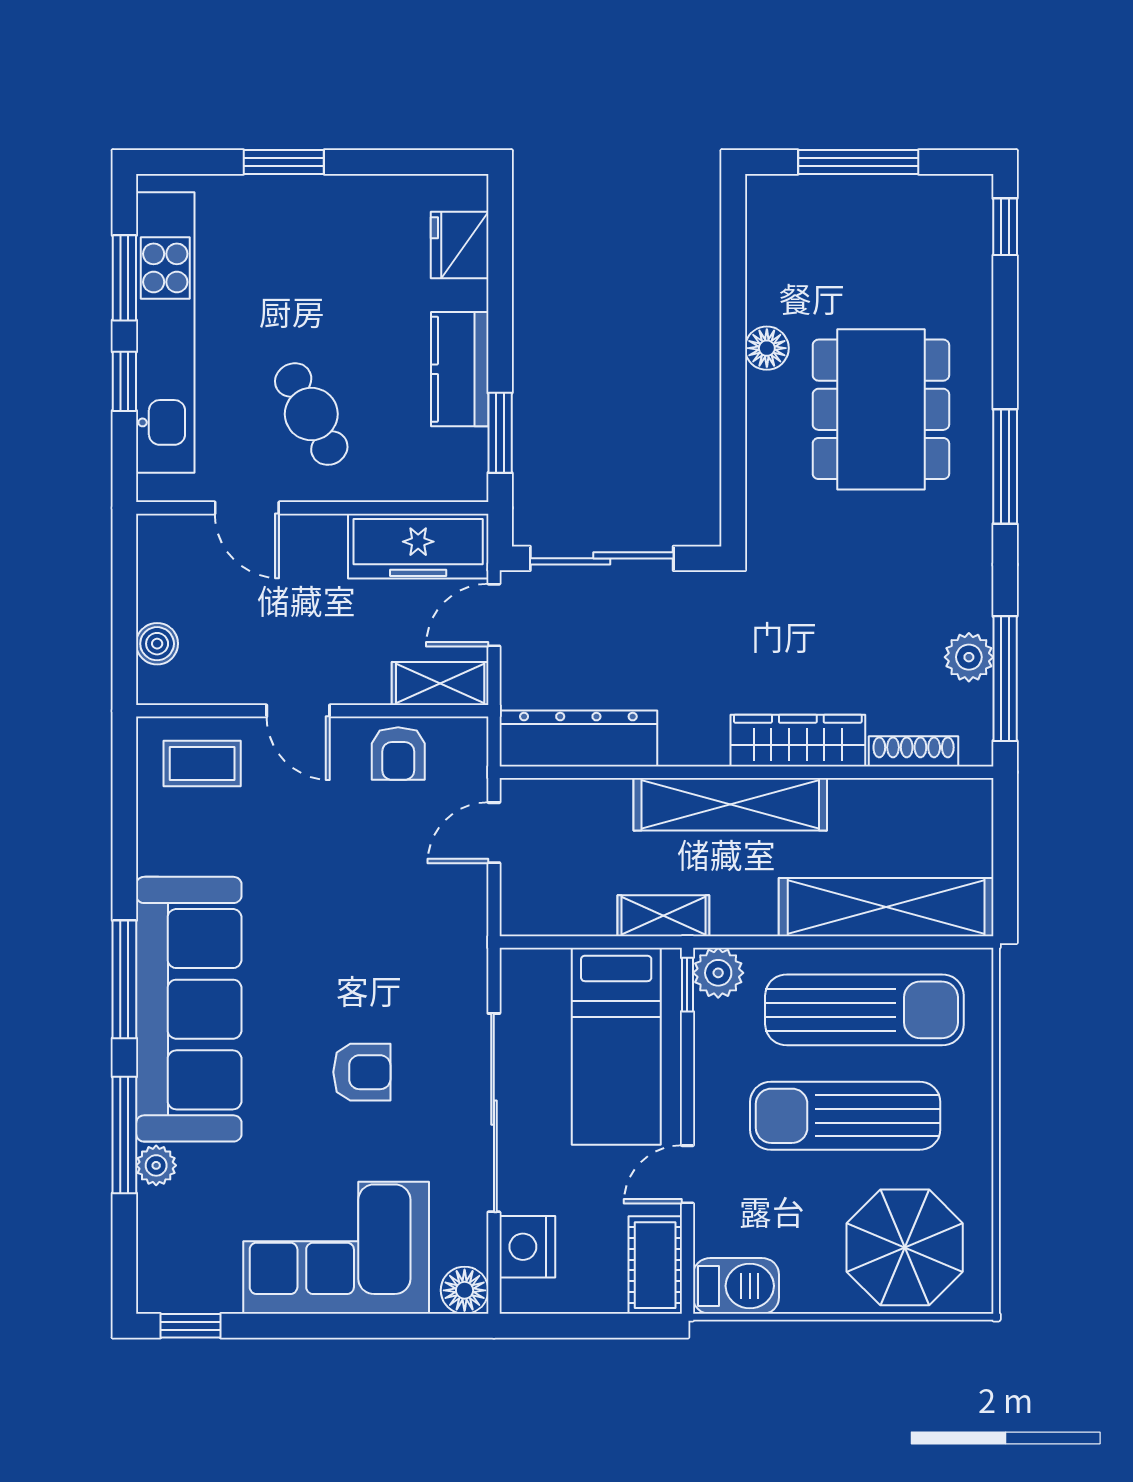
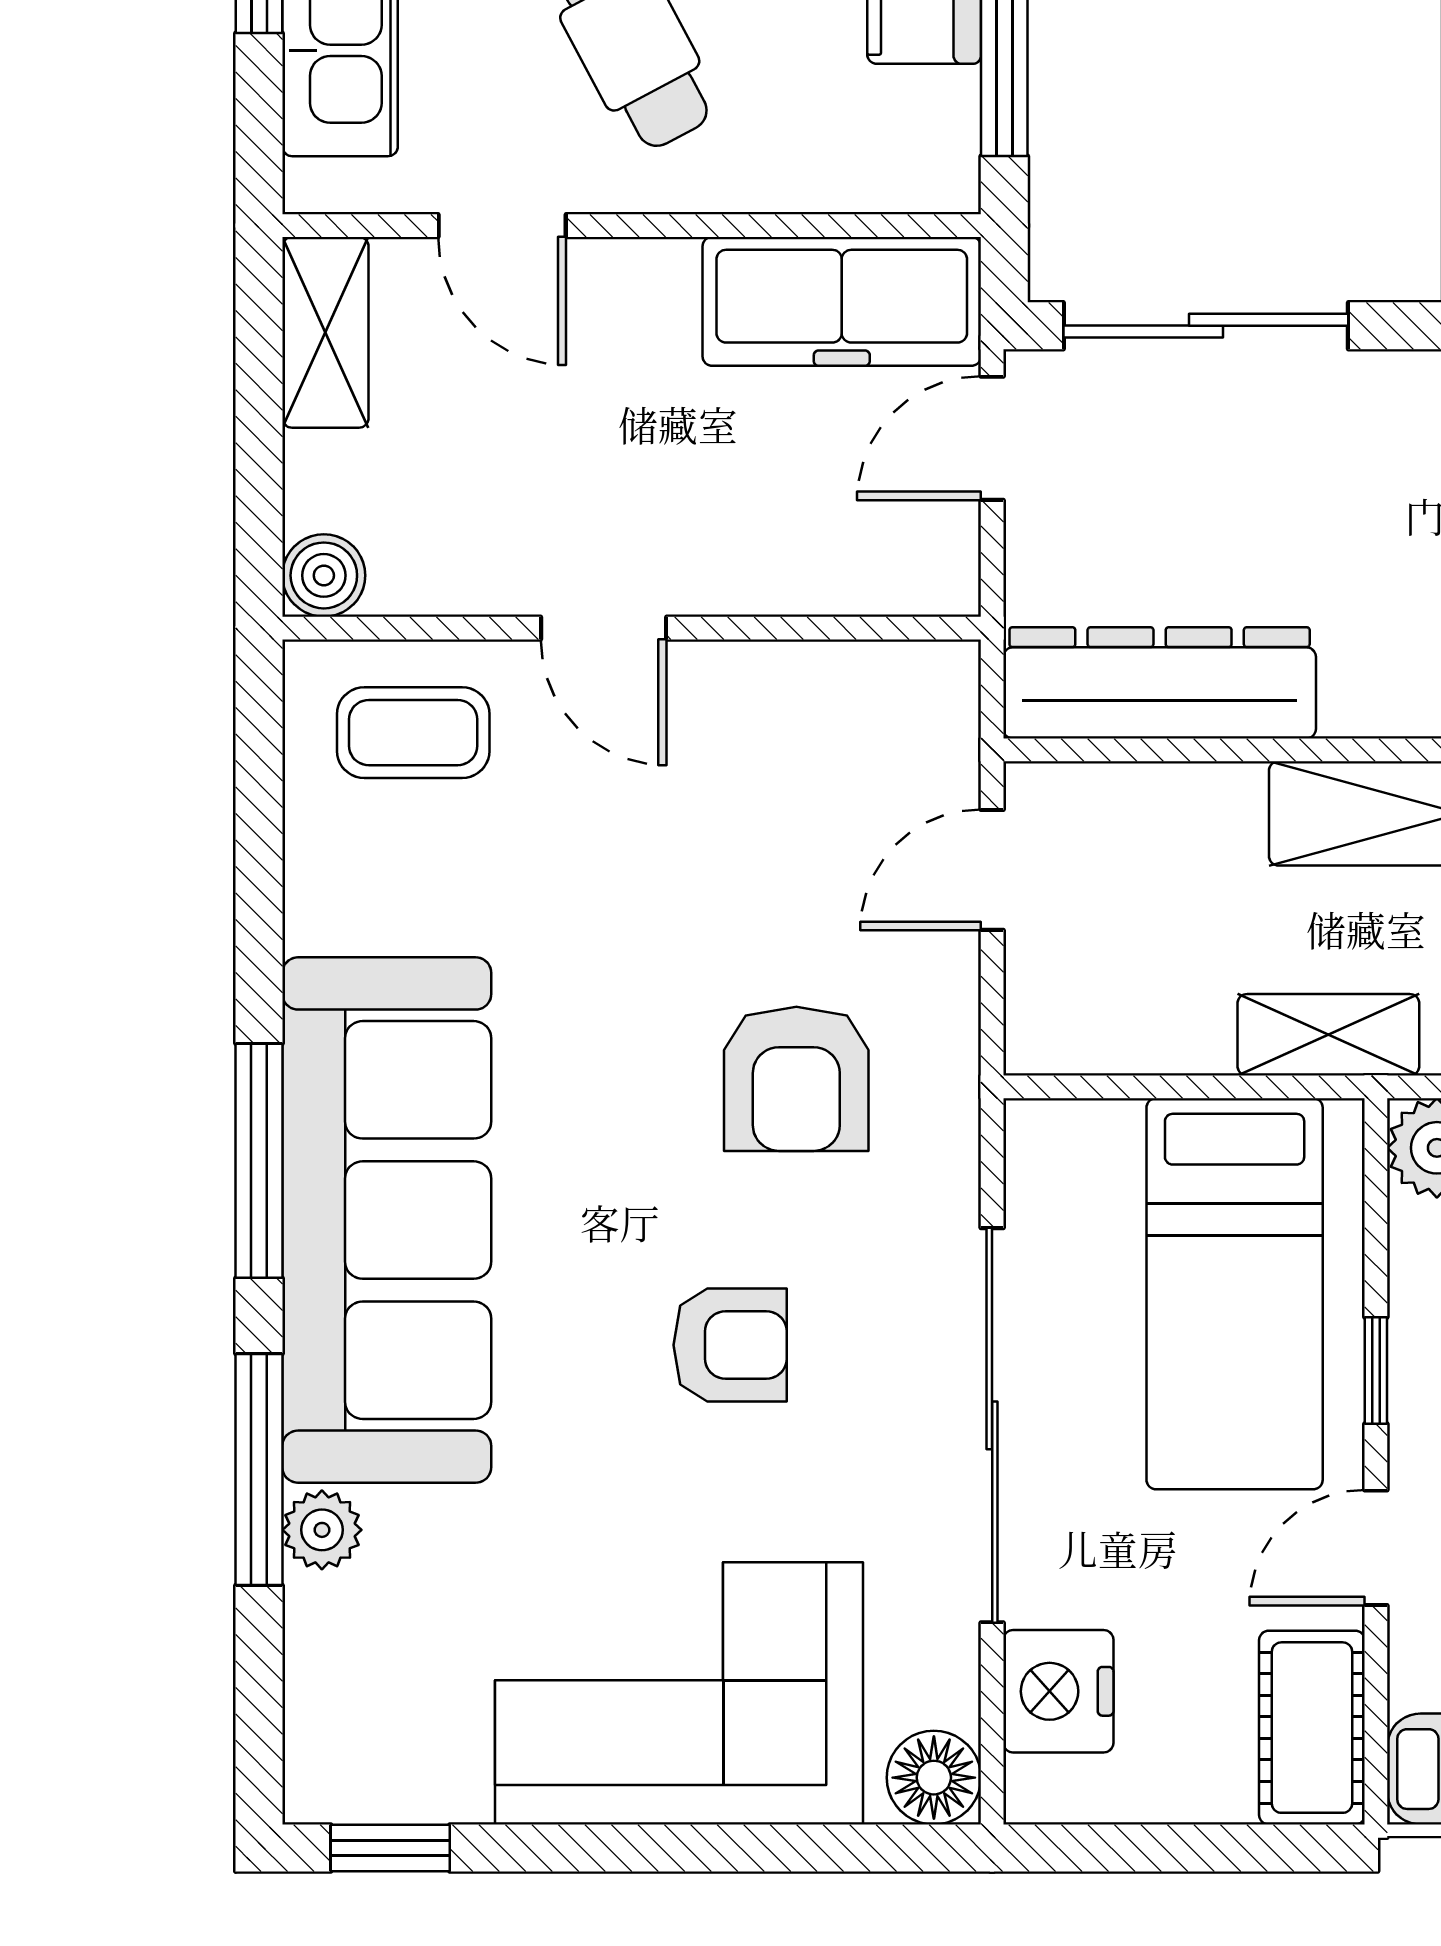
boiler: (157, 644) -> (324, 575), moved
shelving: (440, 683) -> (325, 332), moved, turned 90
armchair: (398, 754) -> (796, 1079), moved, width x1.38, depth x1.38
window: (687, 985) -> (1376, 1371), moved

